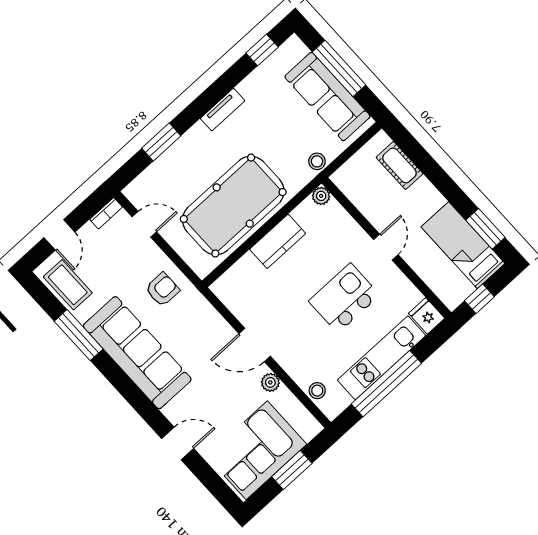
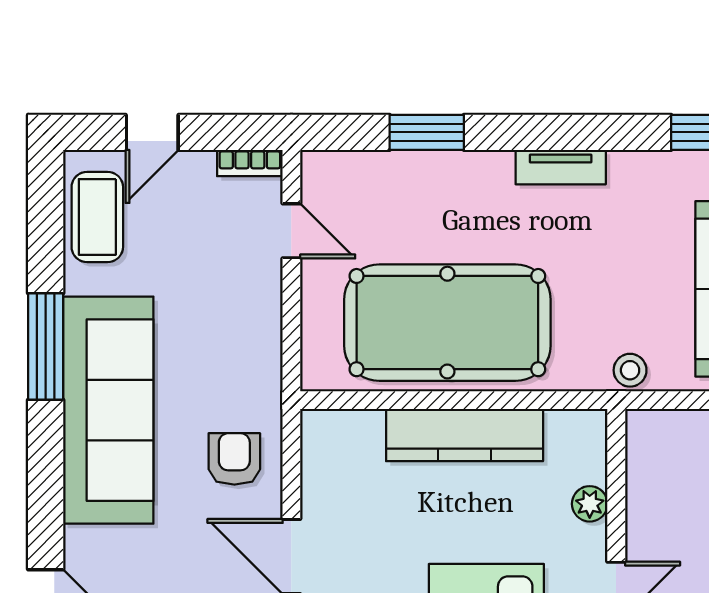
plant: (321, 196) -> (590, 504), moved
kitchen counter: (278, 241) -> (465, 435), width x1.50
armchair: (162, 289) -> (234, 459), moved, turned -90
window: (79, 335) -> (46, 346), moved

